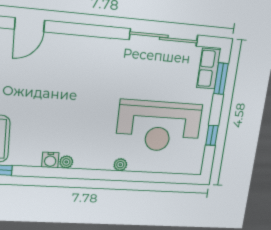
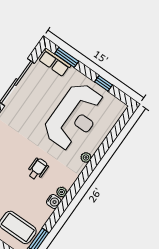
wheelchair: (77, 121) -> (38, 169), added

